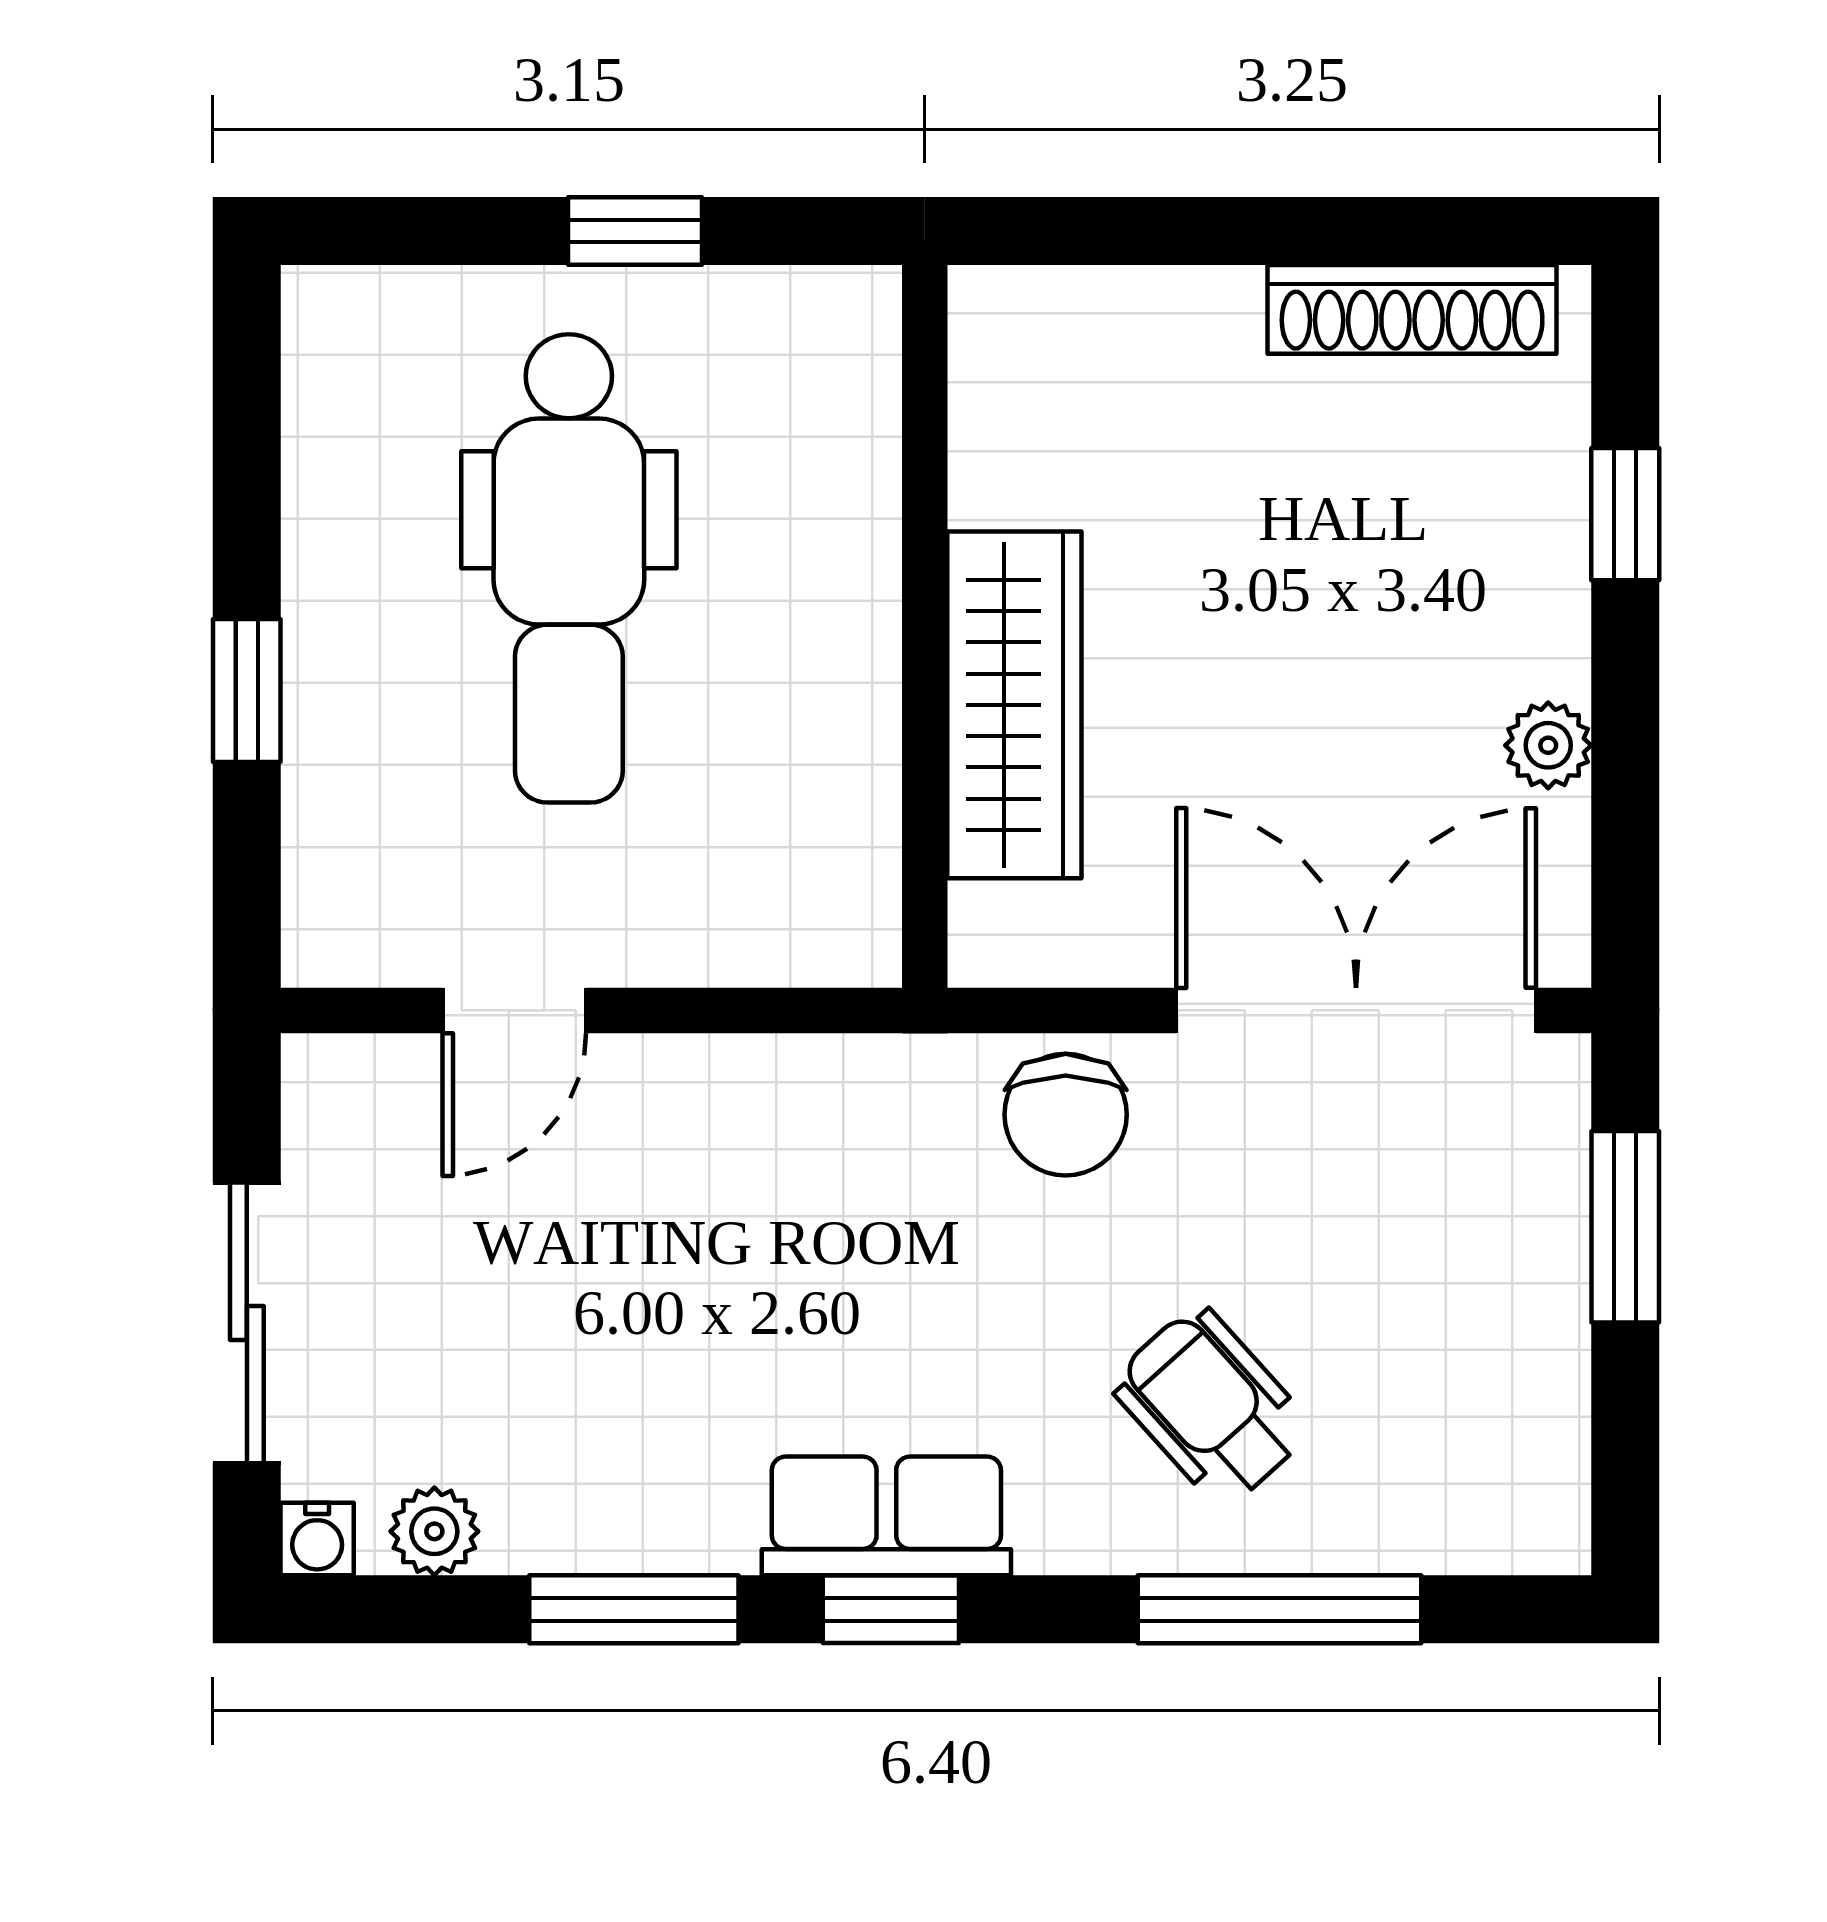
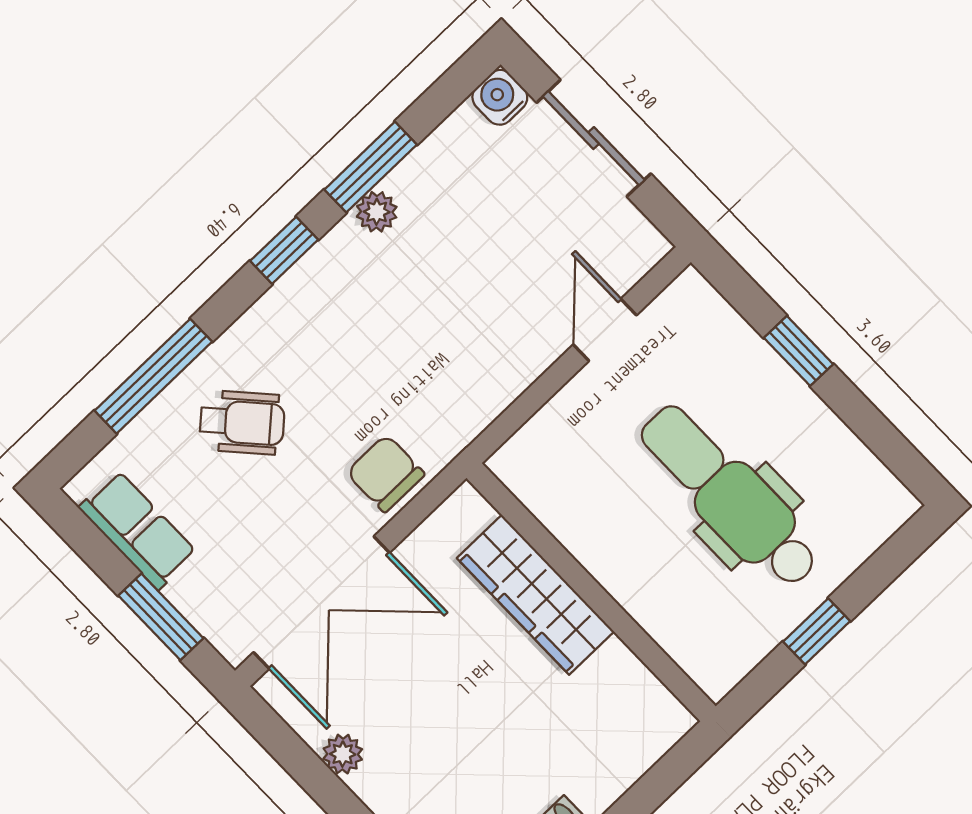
row of seats: (886, 1516) -> (138, 530), moved, turned -90
plant: (434, 1531) -> (377, 212), moved
water cooler: (317, 1539) -> (500, 97), width x1.38, depth x1.38

